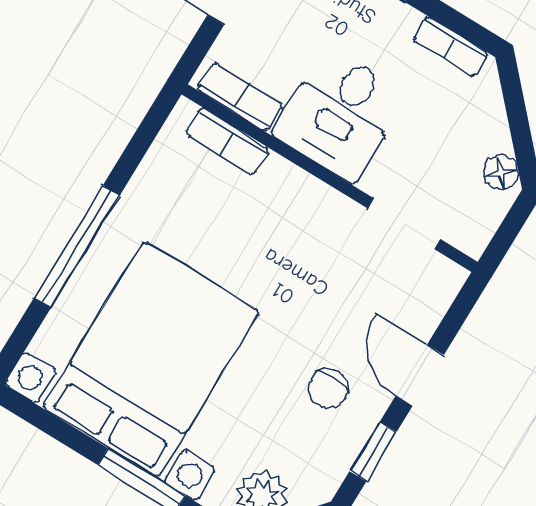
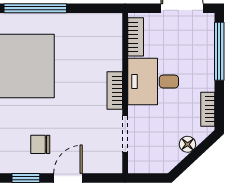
bookcase: (227, 141) -> (115, 91), moved
floor lamp: (501, 173) -> (187, 144), moved

